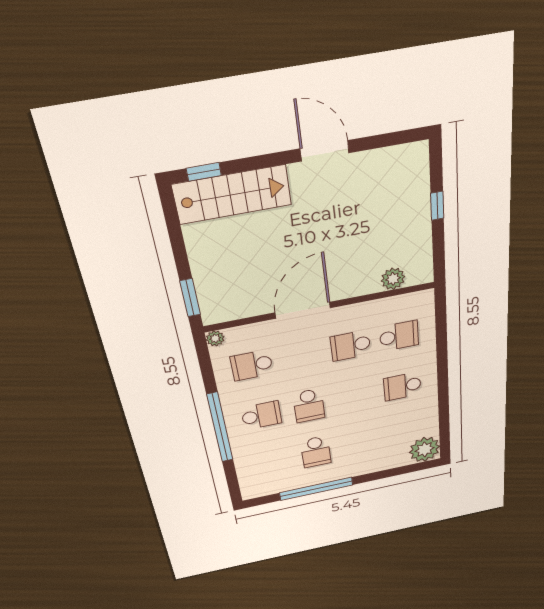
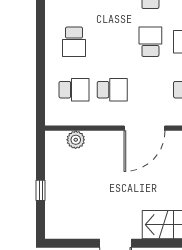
school desk: (399, 336) -> (74, 90), turned 180
school desk: (402, 386) -> (74, 42), turned 90

